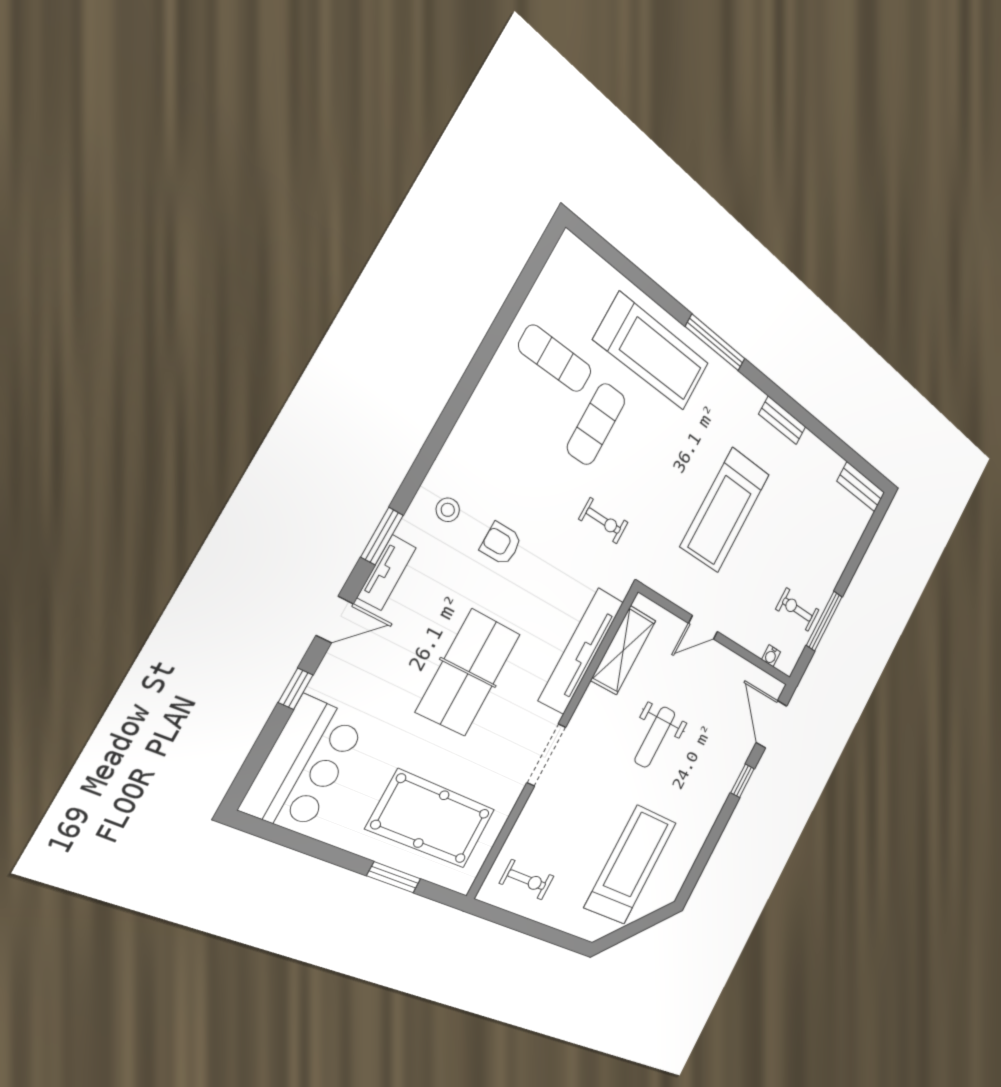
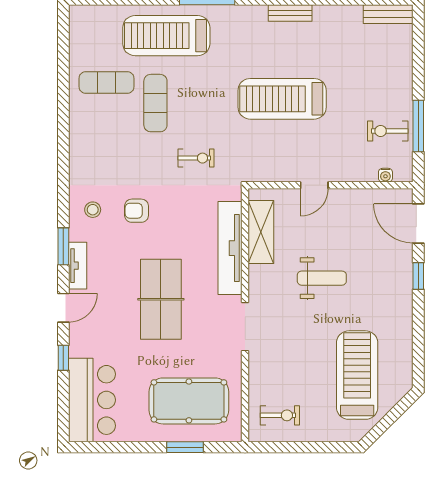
treadmill: (652, 352) -> (166, 36), turned 180
treadmill: (725, 510) -> (282, 99), turned 90
weight bench: (655, 737) -> (322, 278), turned -90

